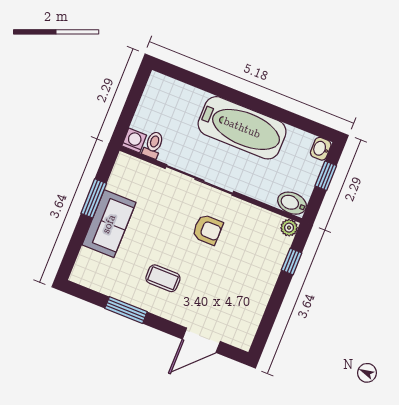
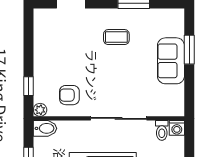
window: (94, 198) -> (189, 50), moved
armchair: (208, 230) -> (69, 95), moved

